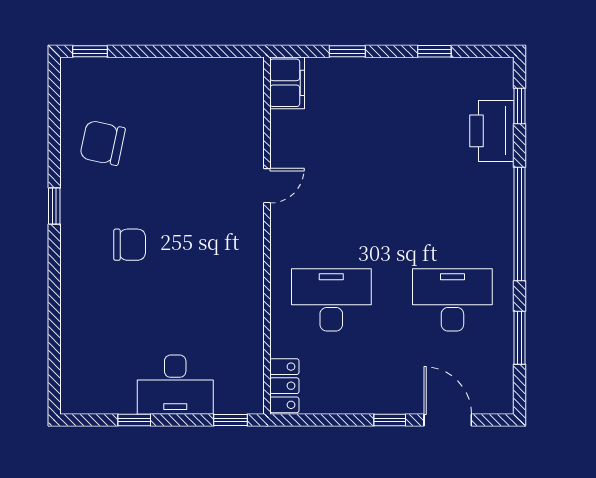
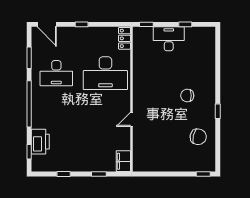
desk: (331, 300) -> (105, 73), width x1.36, depth x1.30
door: (448, 420) -> (47, 24), moved

